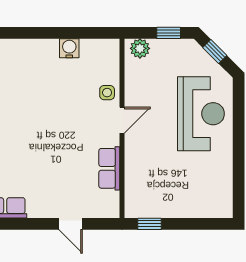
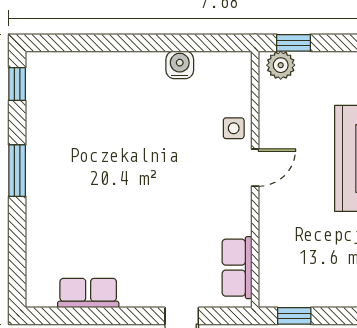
window: (169, 33) -> (294, 43), moved
row of seats: (109, 168) -> (237, 268), moved

